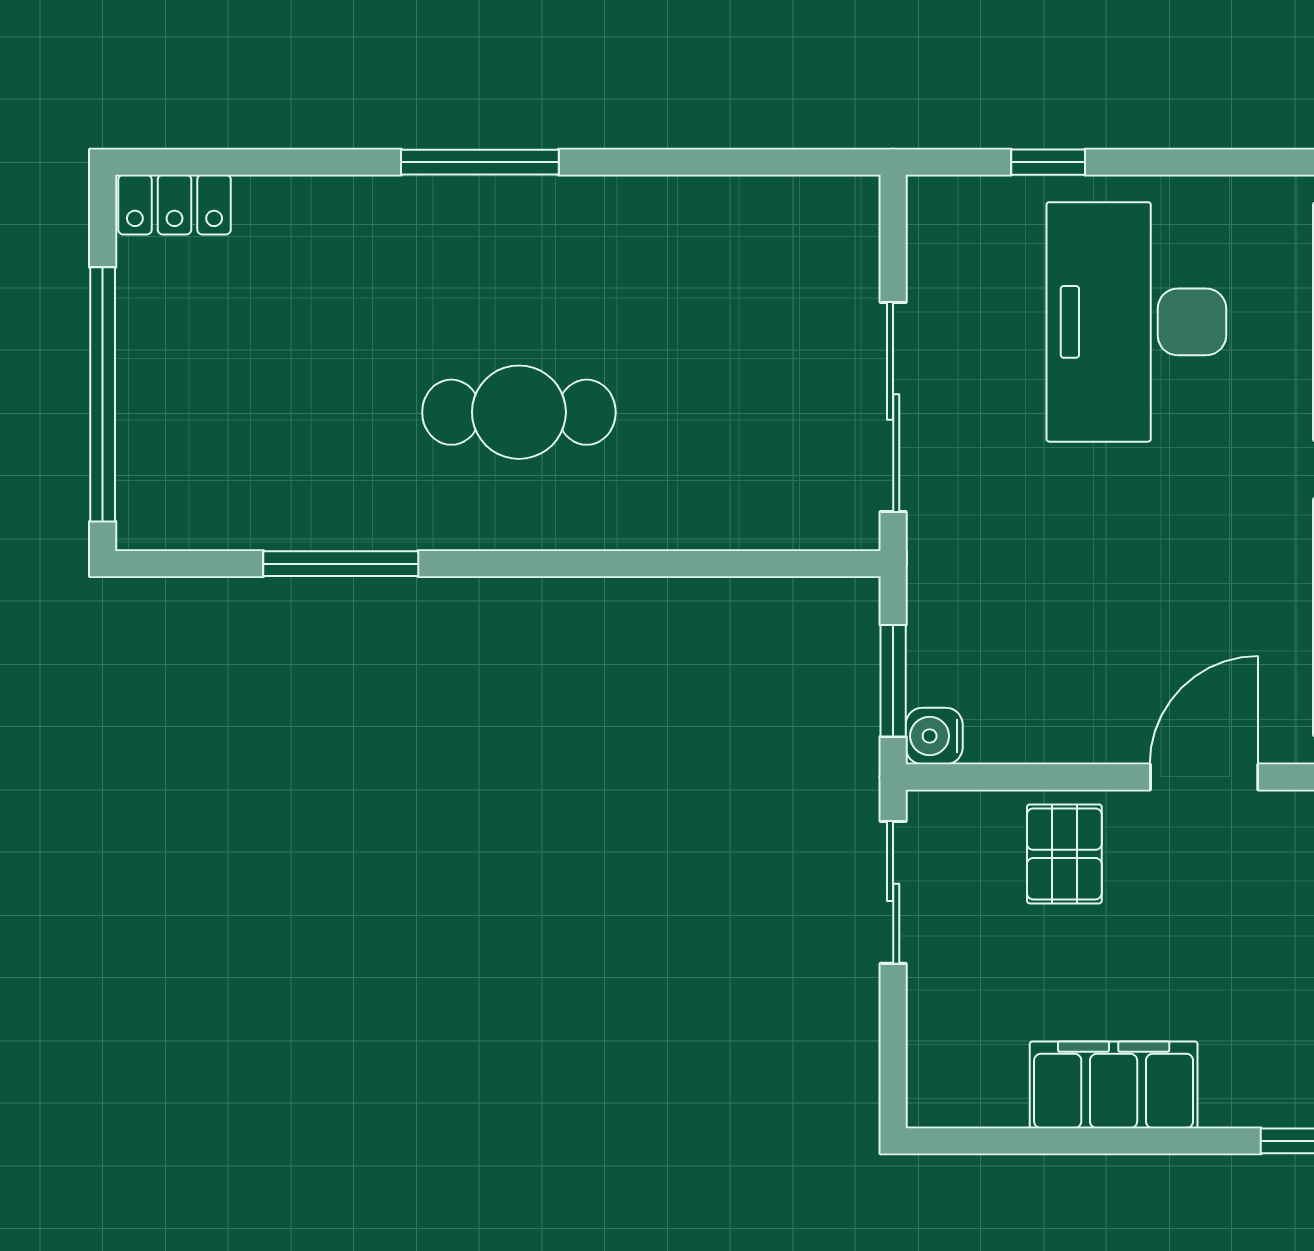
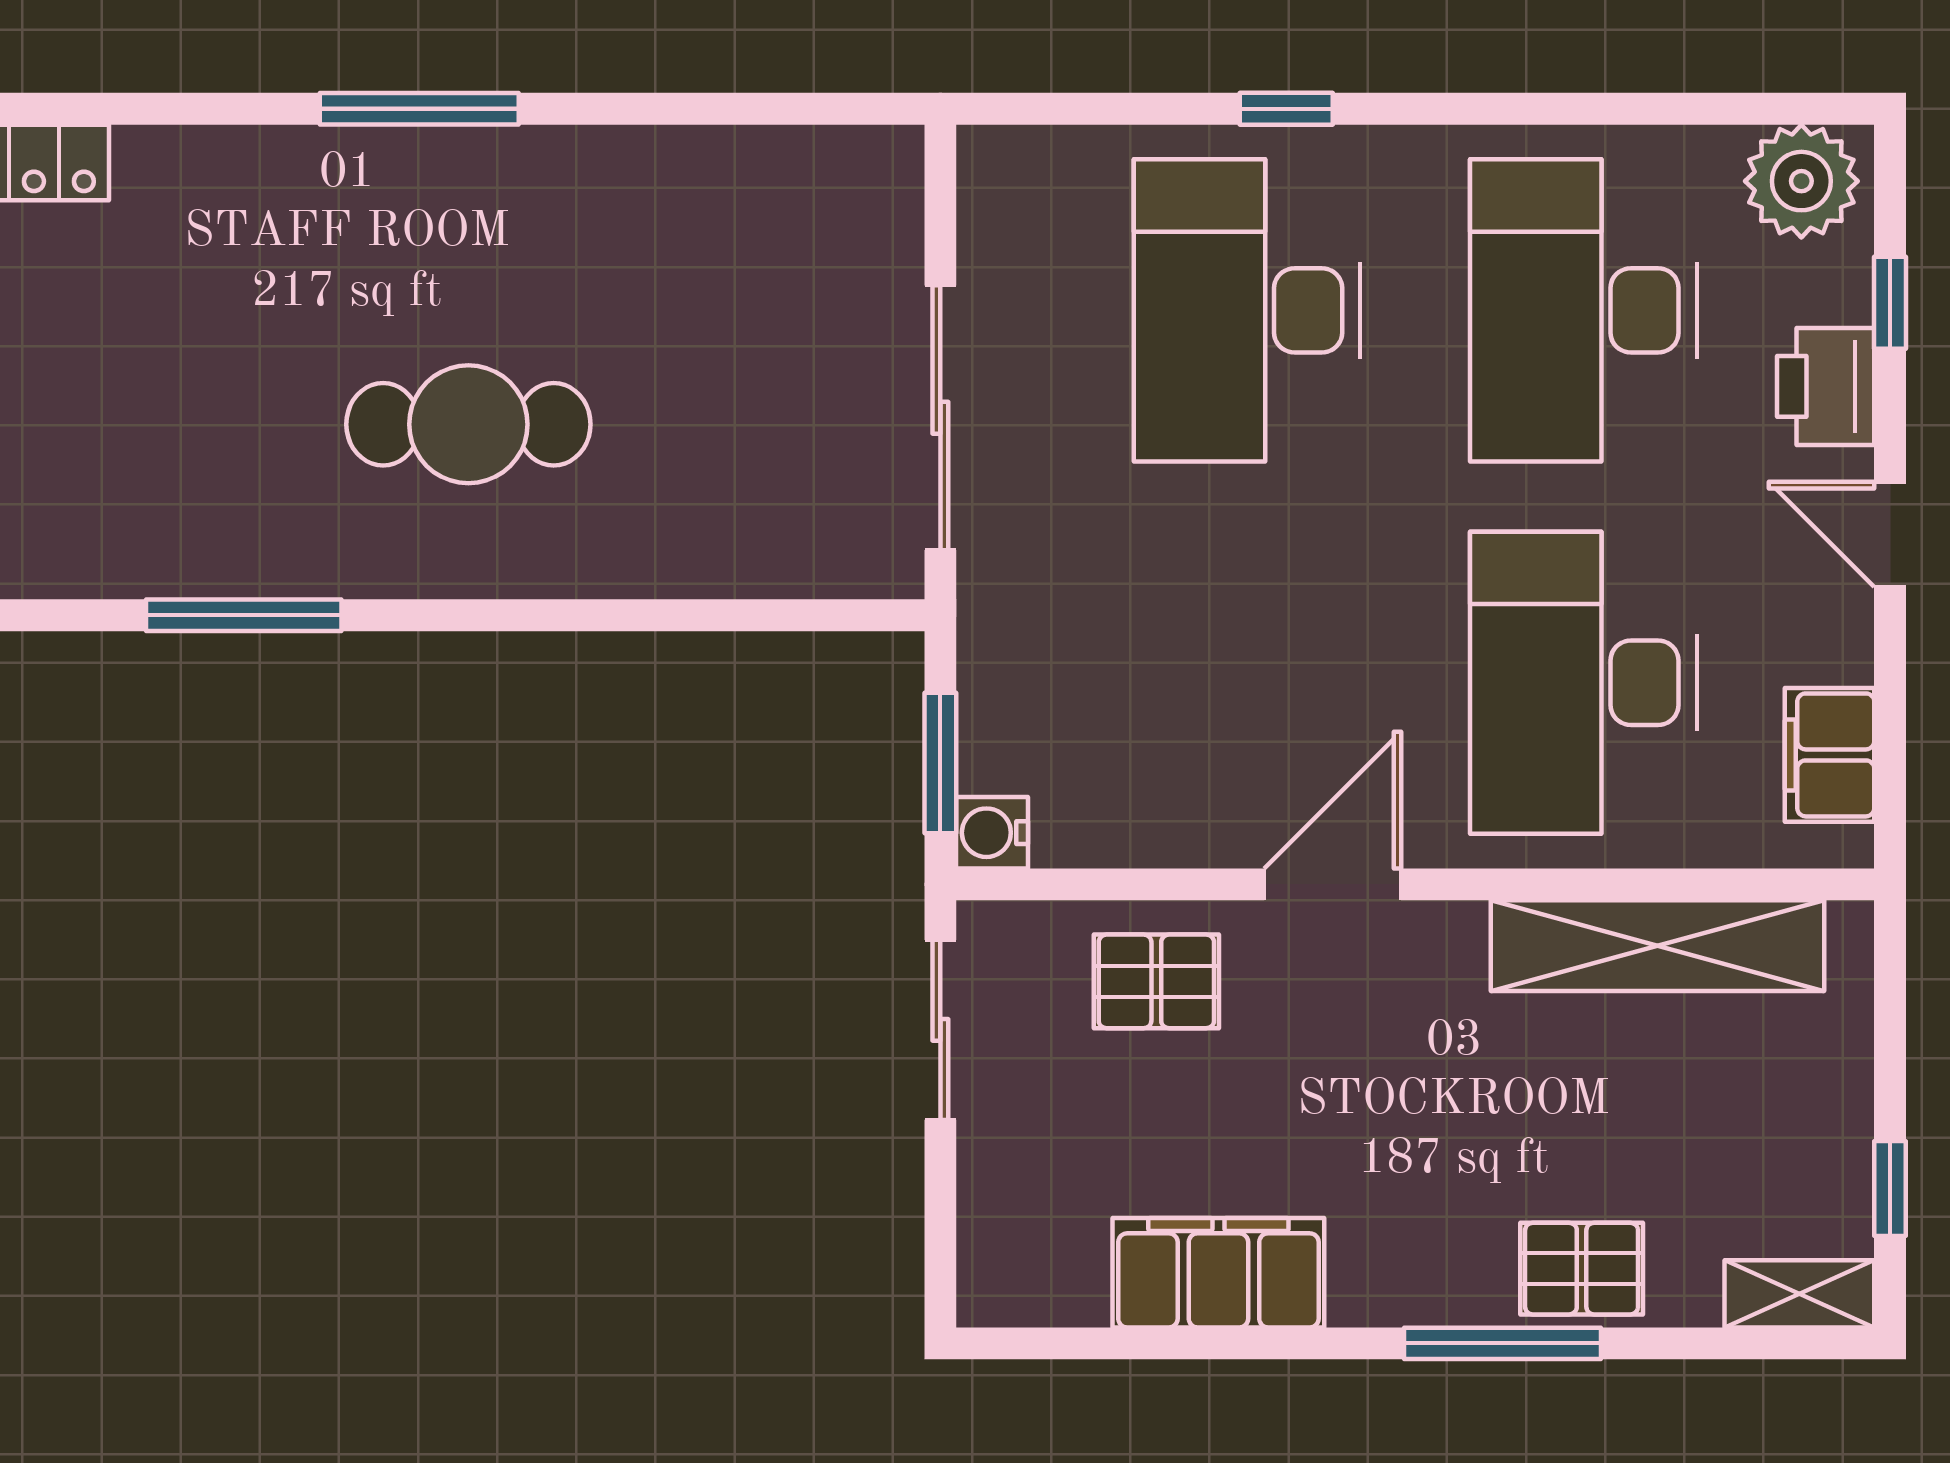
window: (1048, 162) -> (1286, 109), moved
pallet: (1064, 854) -> (1156, 981), turned 90

